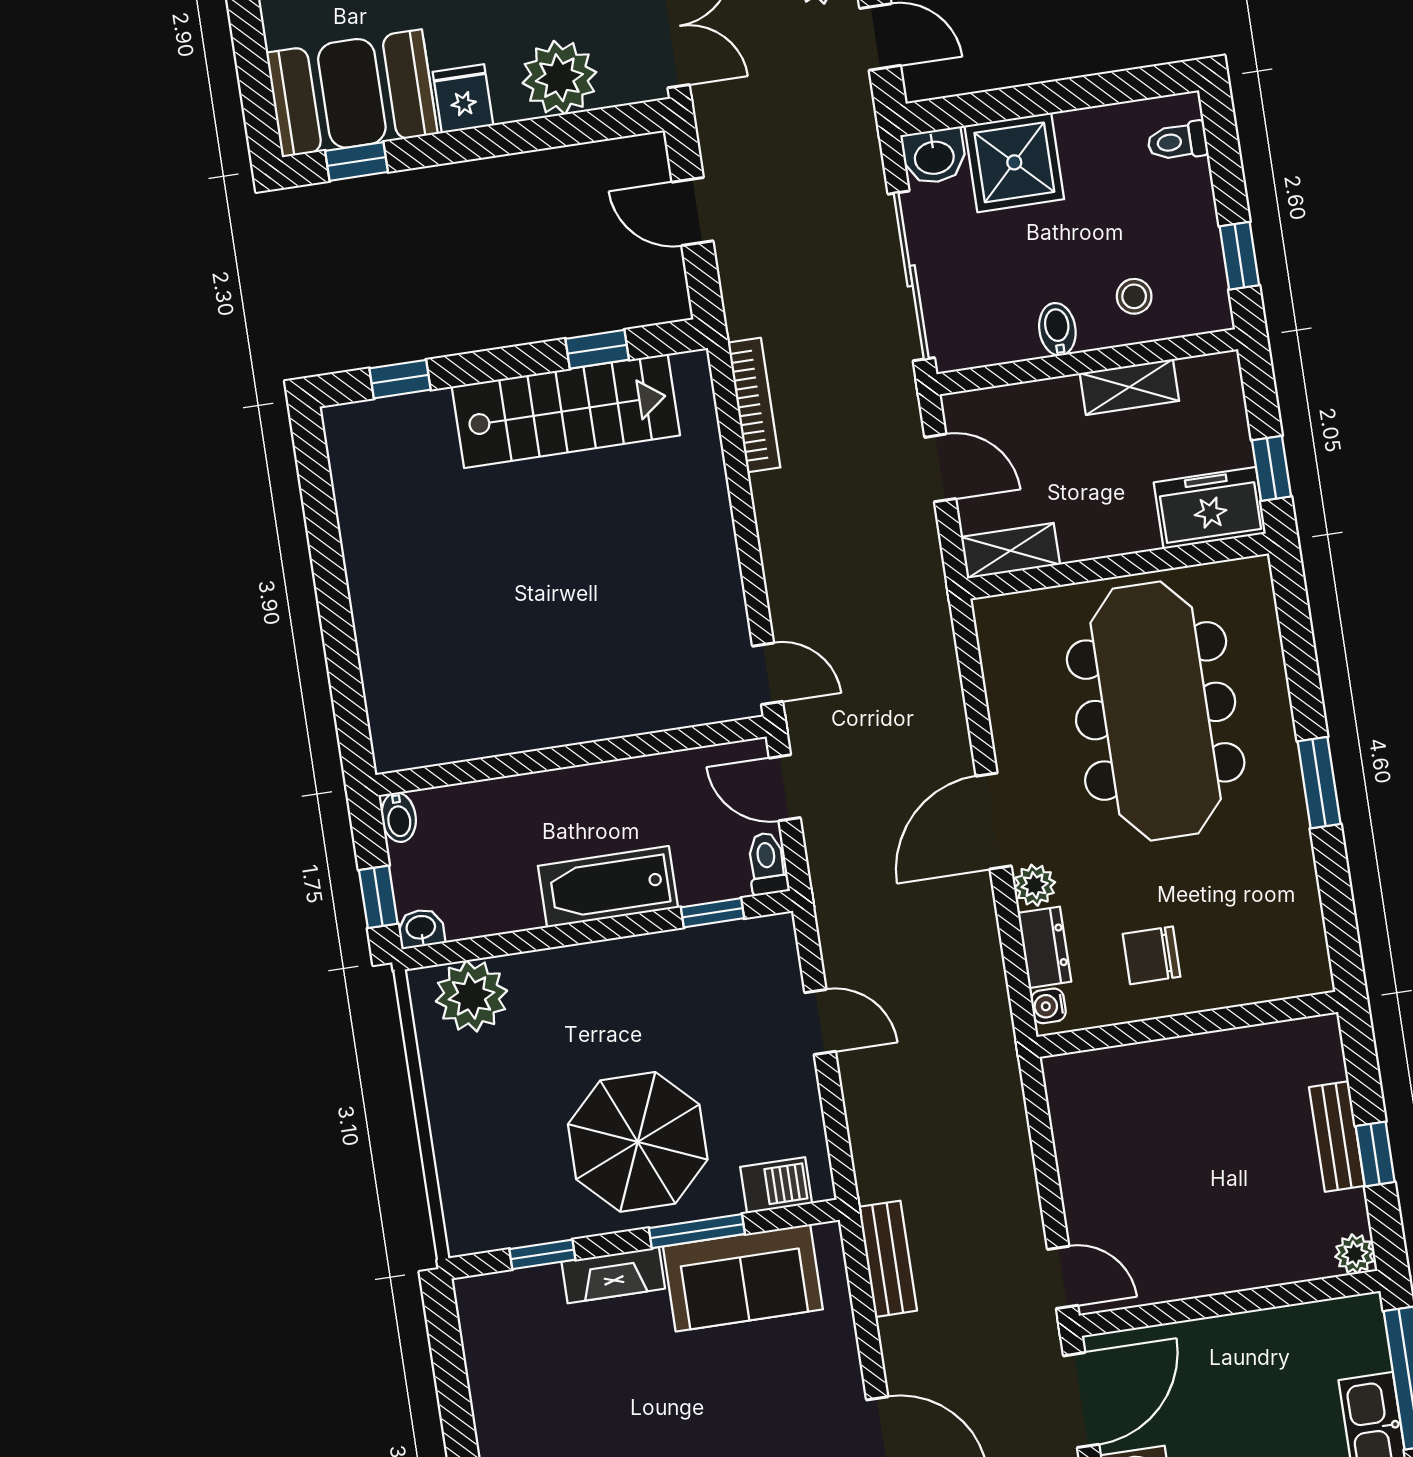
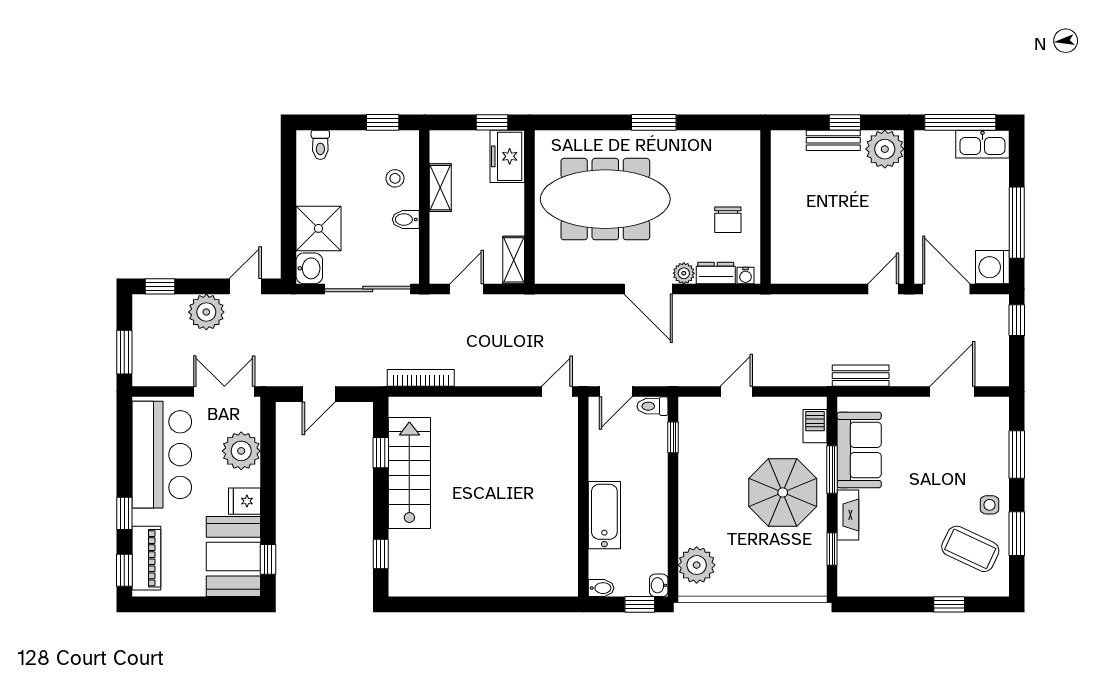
bathtub: (608, 887) -> (604, 515), moved, turned 180
plant: (1355, 1254) -> (885, 149), width x1.88, depth x1.88

